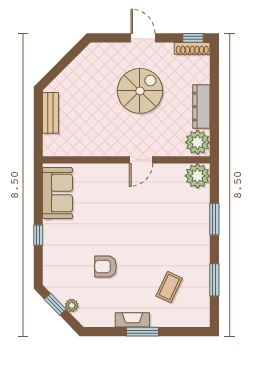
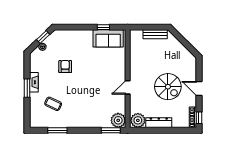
door: (143, 38) -> (199, 88), swing flipped
door: (141, 160) -> (128, 87), hinge flipped
window: (214, 219) -> (111, 130), moved
window: (38, 235) -> (103, 27), moved

